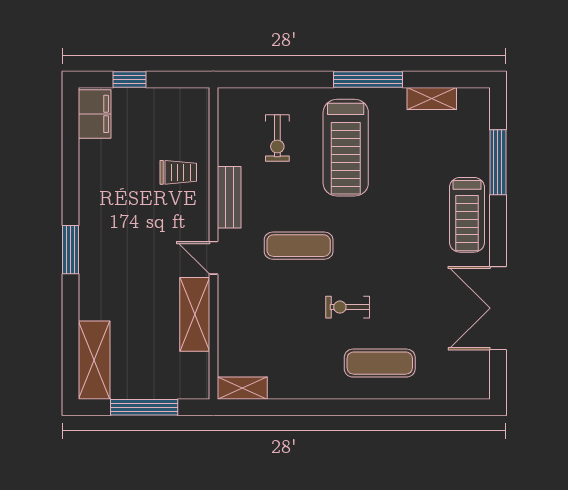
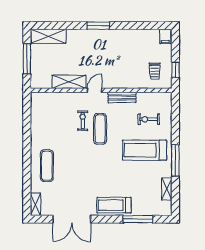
window: (129, 80) -> (175, 70), moved
filing cabinet: (95, 114) -> (165, 36), width x0.50
trolley: (178, 172) -> (155, 71), moved
exercise bike: (348, 307) -> (83, 121), moved
double door: (498, 308) -> (72, 219), swing flipped
shelving: (242, 388) -> (35, 204), moved

